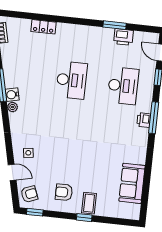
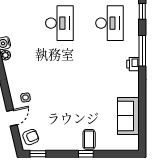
printer: (144, 120) -> (133, 64), moved
door: (12, 172) -> (12, 118), hinge flipped
armchair: (64, 192) -> (64, 132), removed

